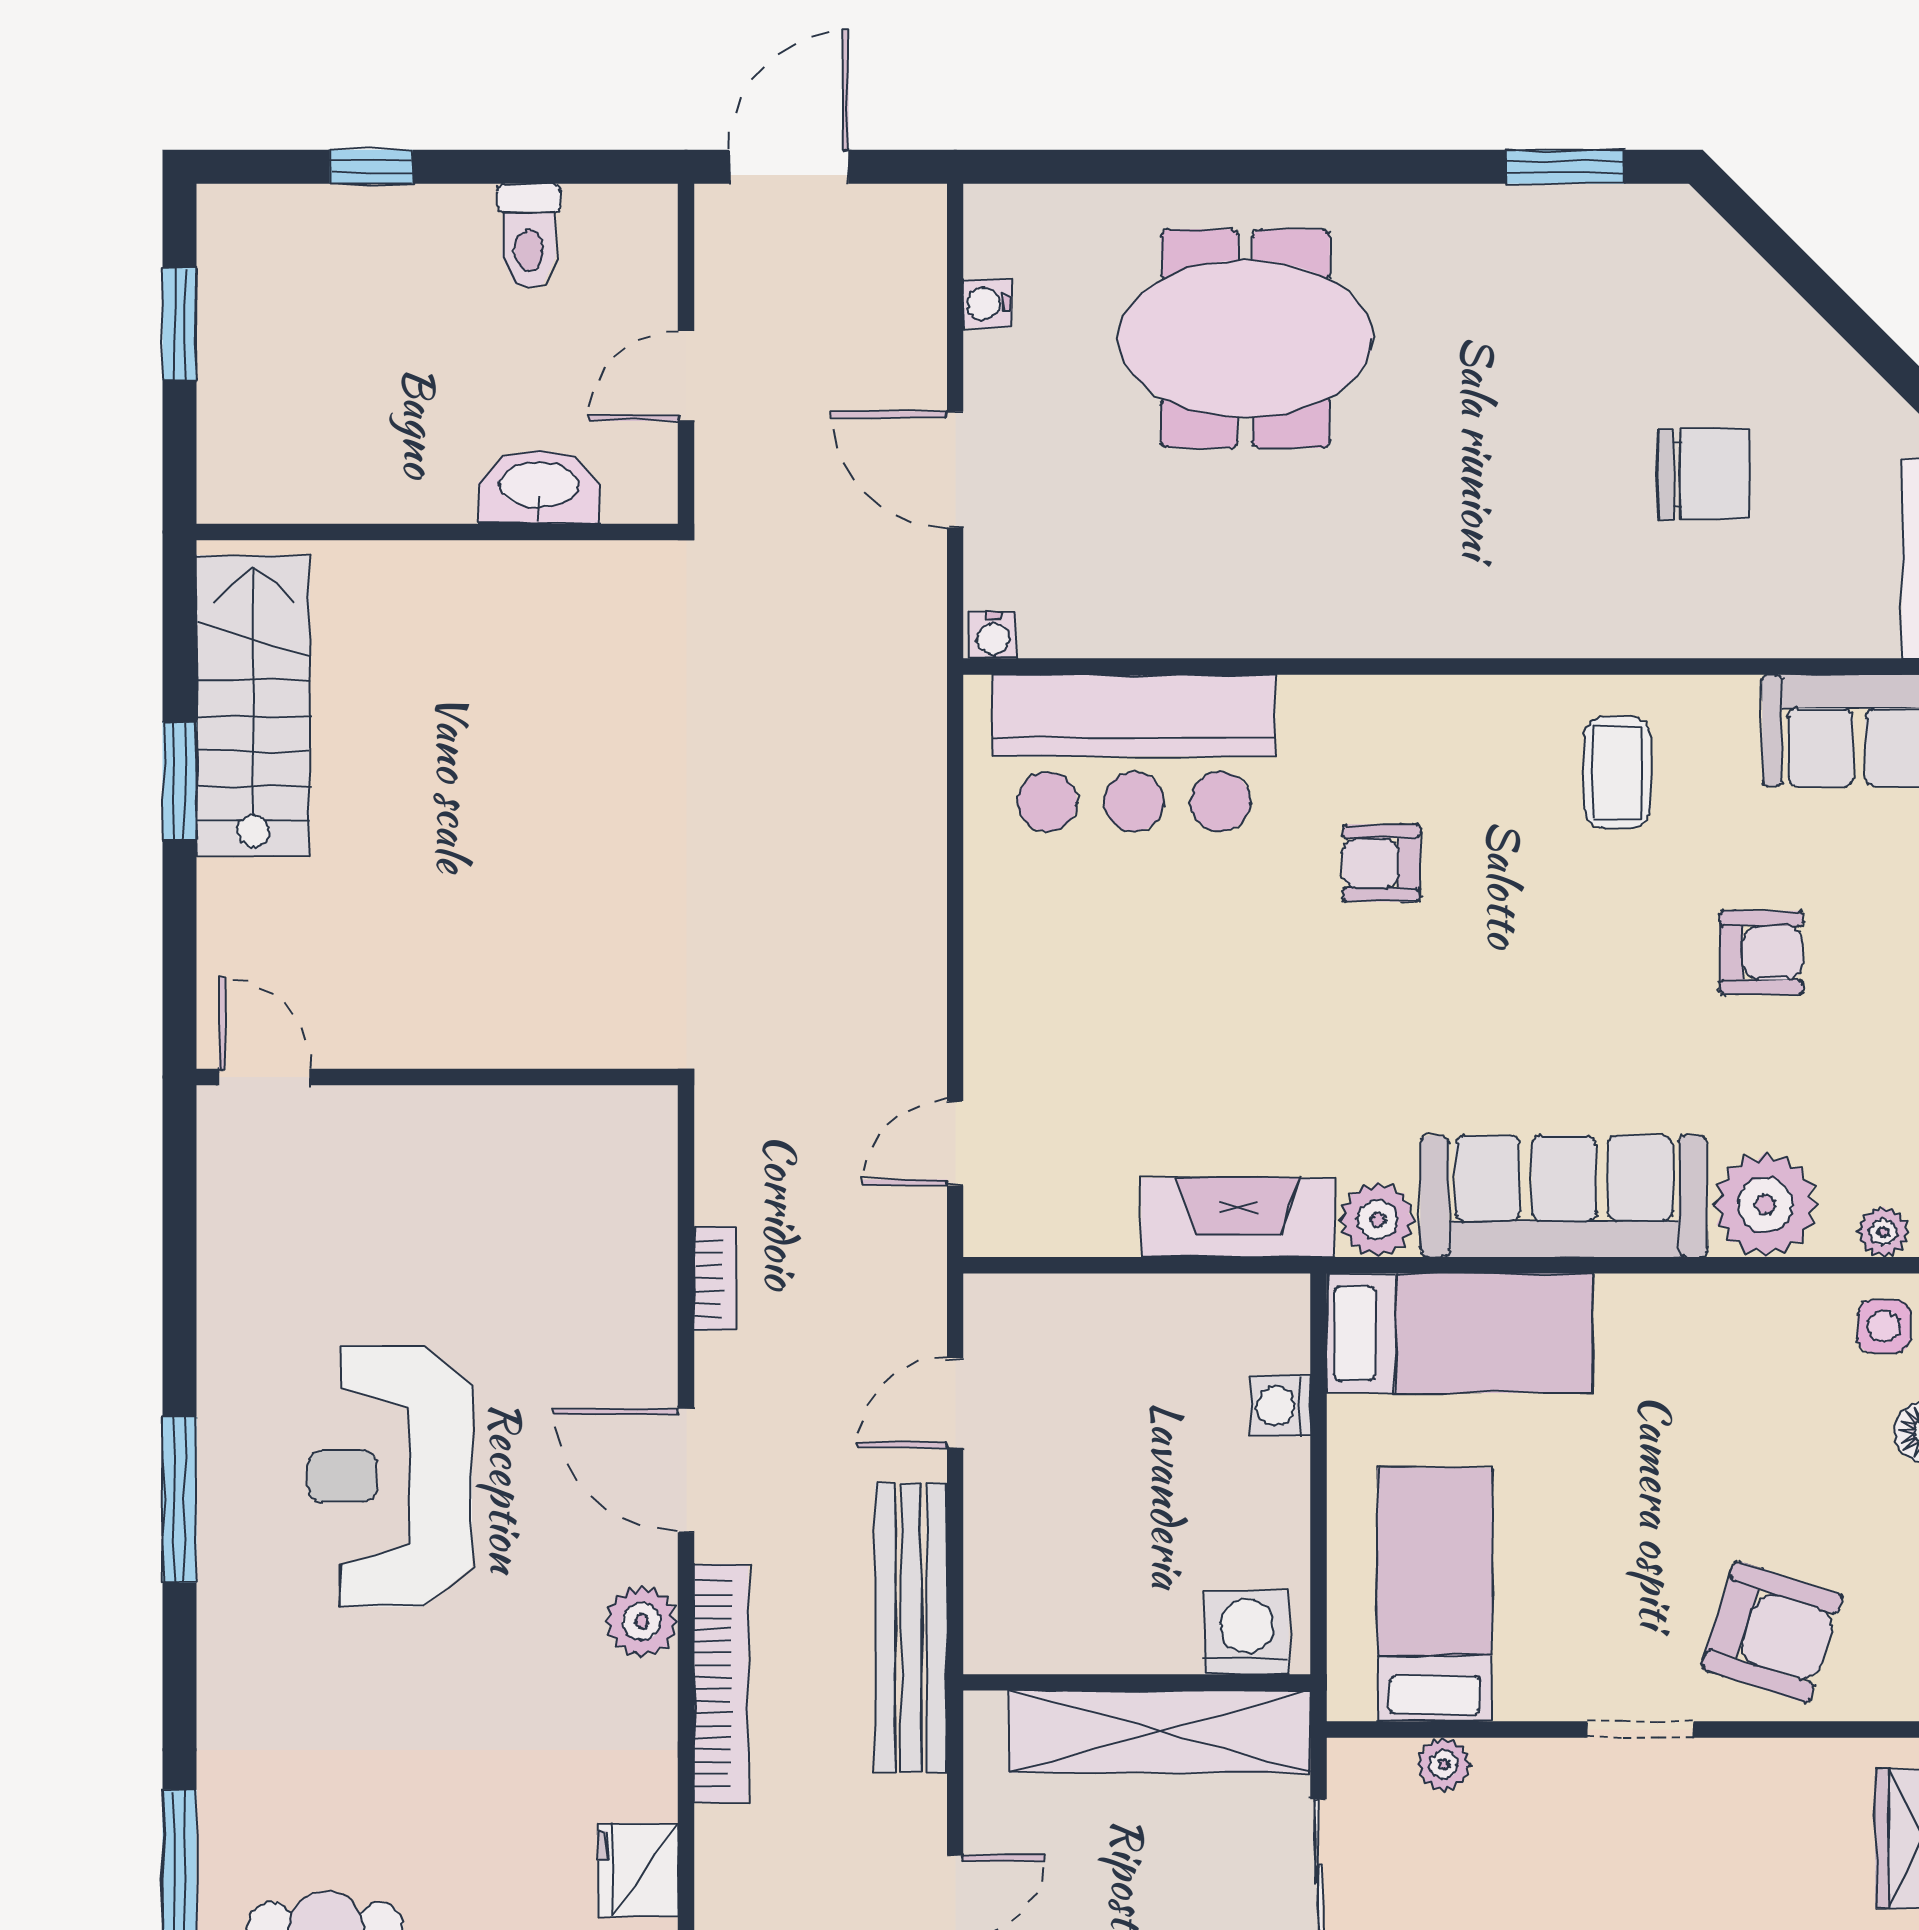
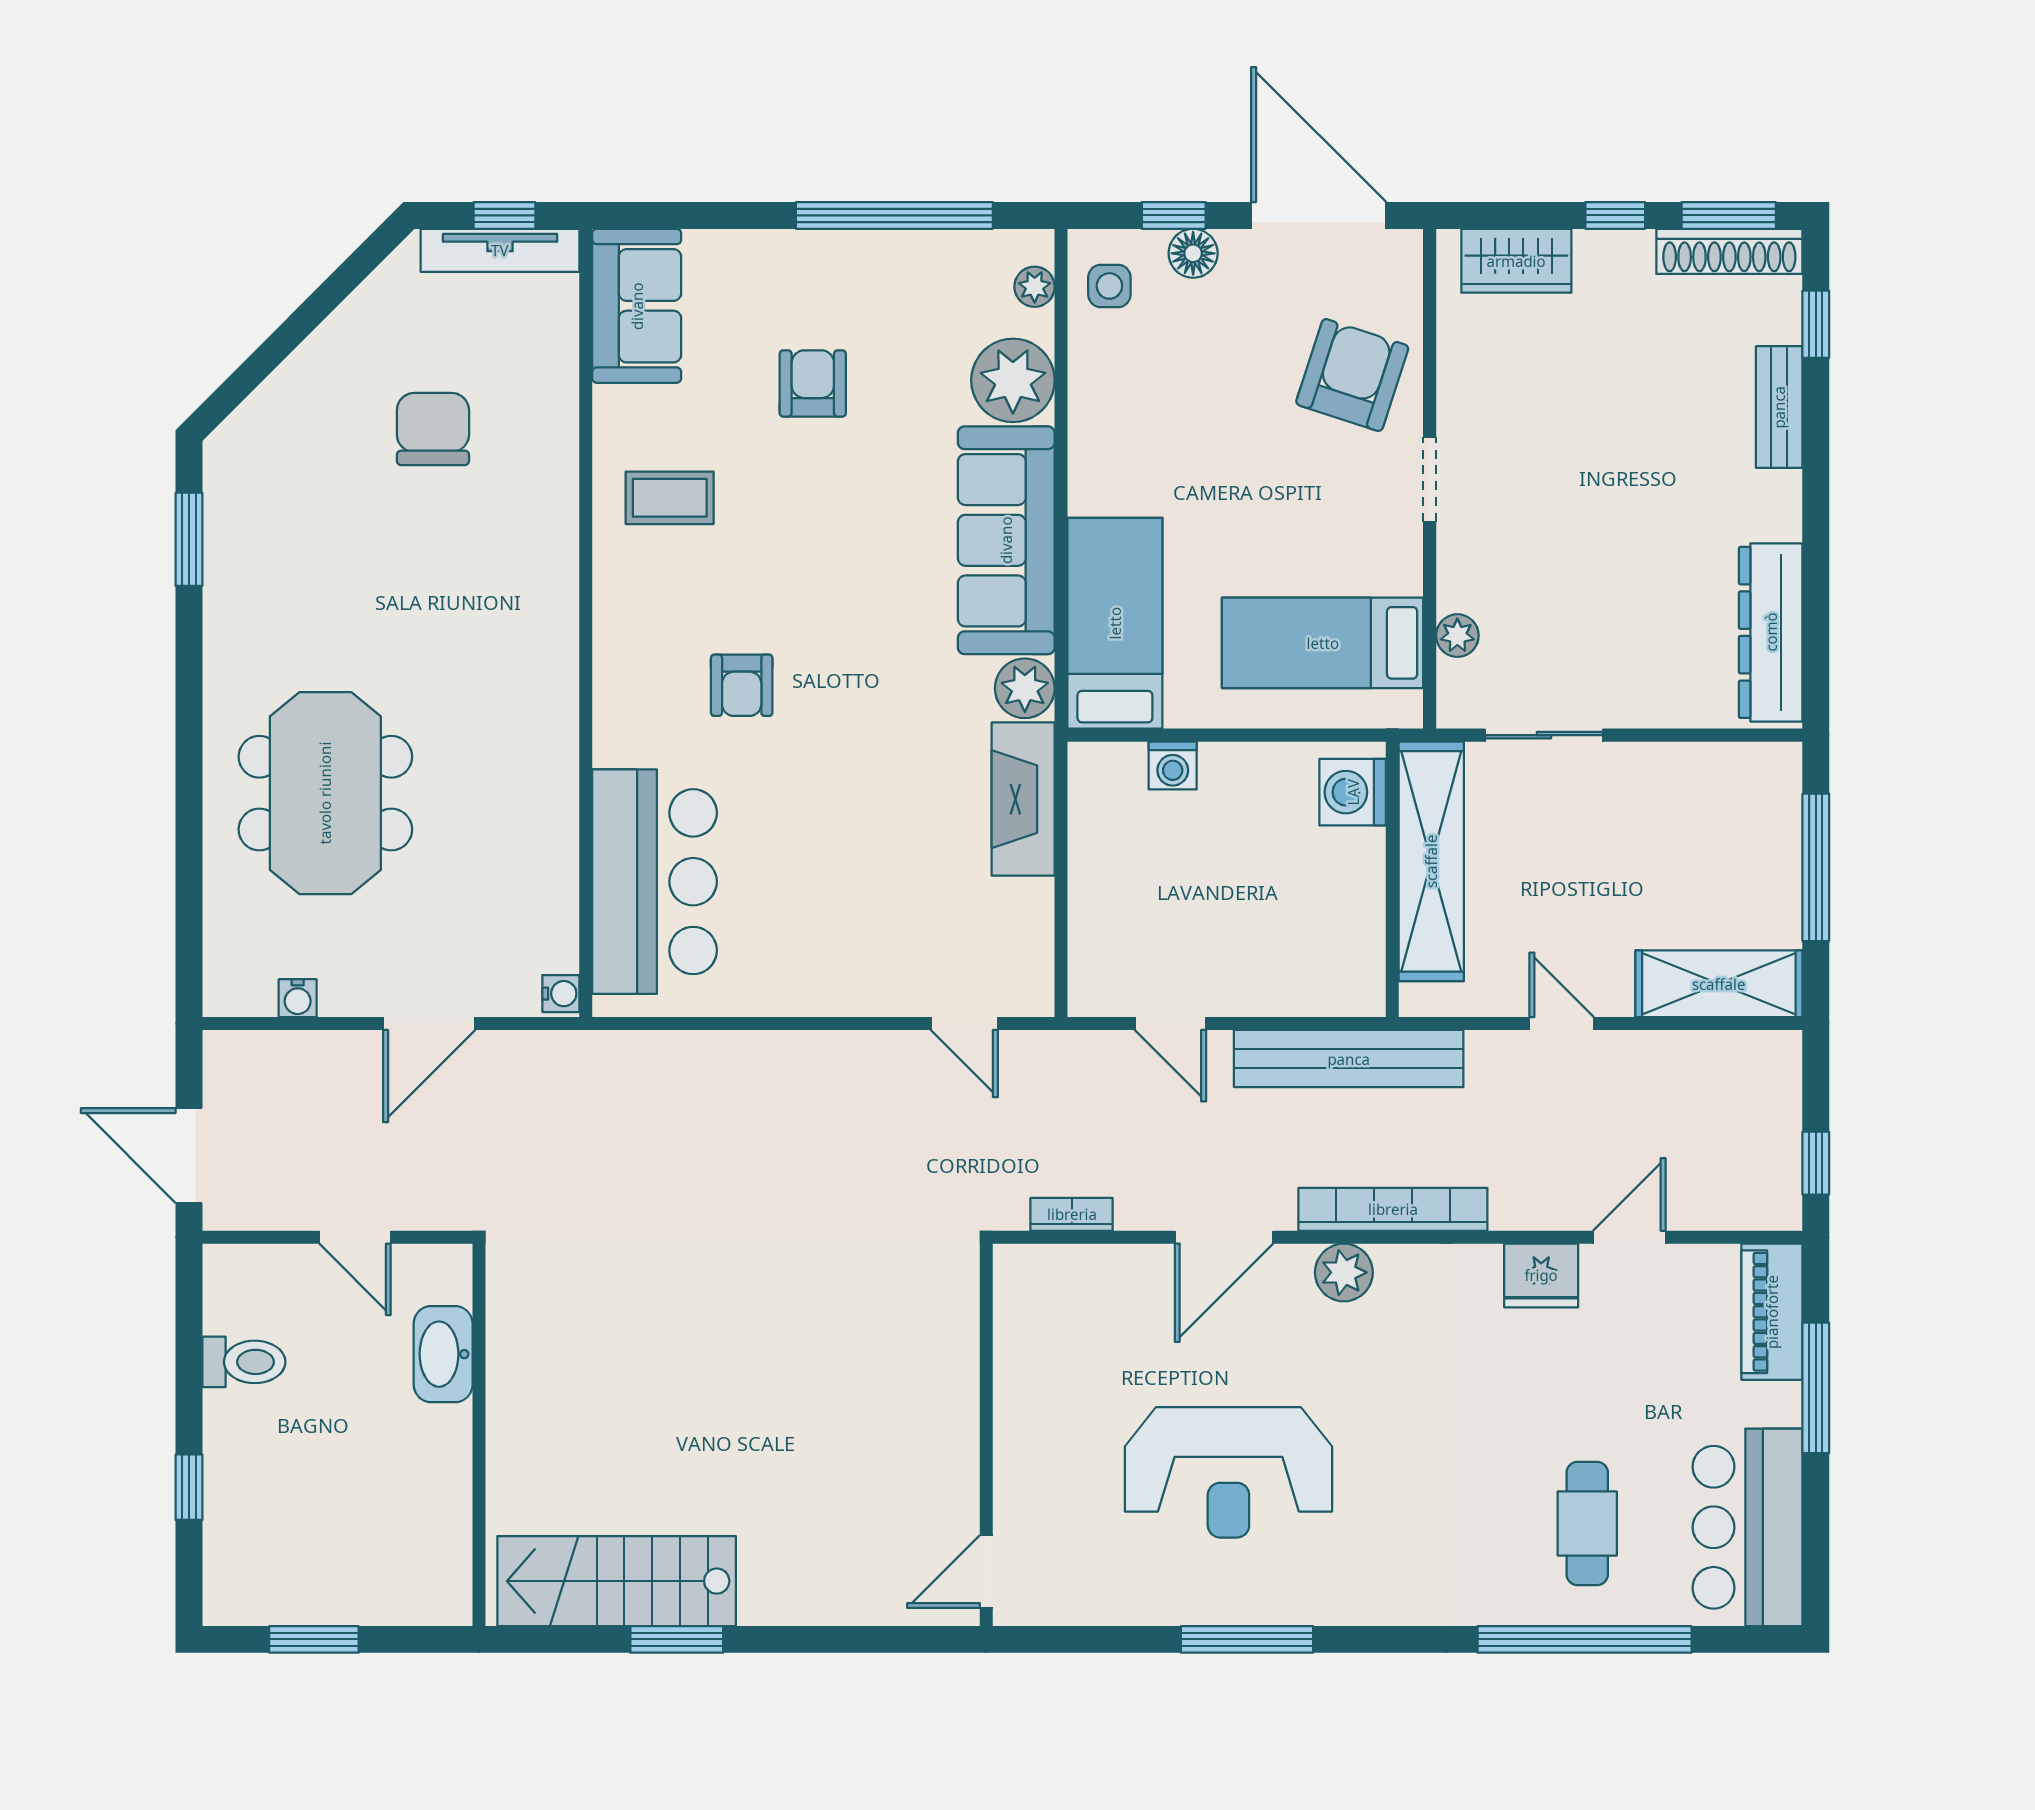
door: (265, 1077) -> (986, 1572), moved
wall: (437, 1077) -> (986, 1435), moved

